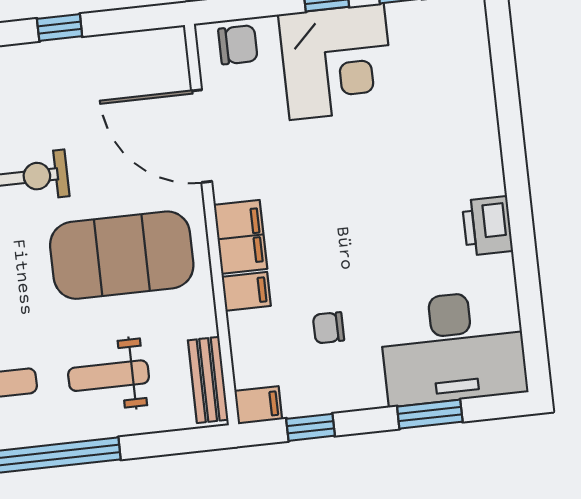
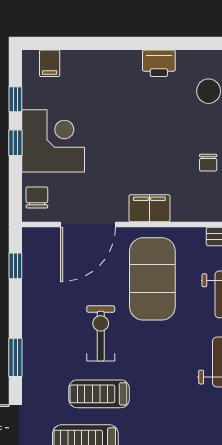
window: (60, 28) -> (15, 266), moved
filing cabinet: (246, 291) -> (50, 63), moved, turned 180

